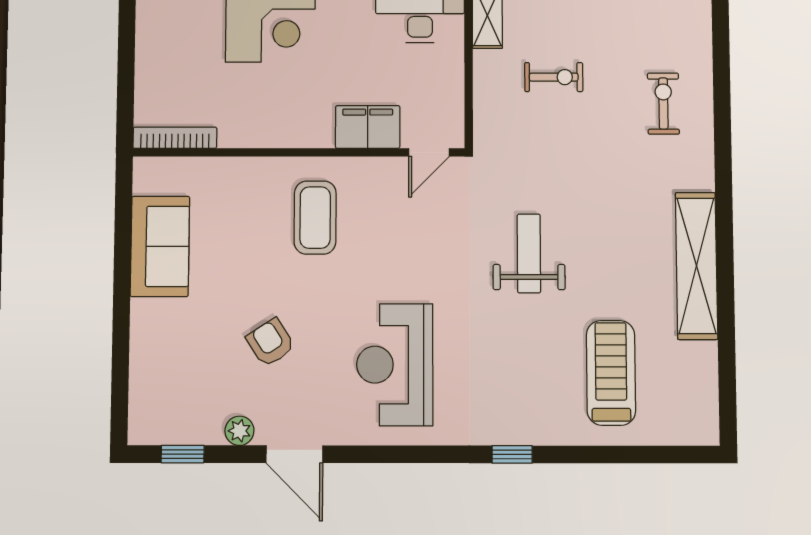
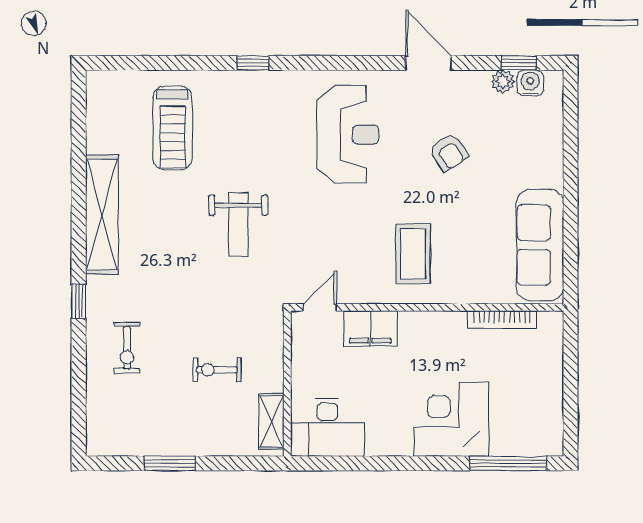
bookcase: (175, 138) -> (502, 320), moved
window: (723, 160) -> (79, 301), added
sofa: (160, 246) -> (540, 245), width x1.36
water cooler: (169, 429) -> (530, 83), added
plant: (239, 431) -> (503, 81), moved

